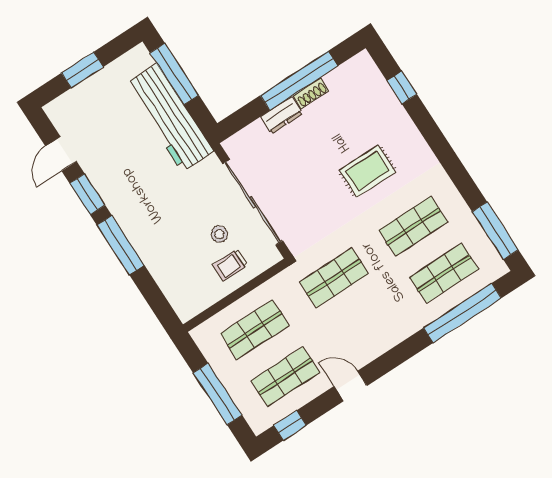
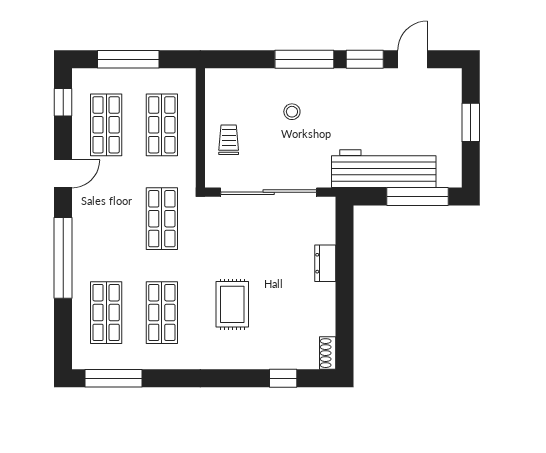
window: (299, 81) -> (344, 296), removed
shoe rack: (311, 93) -> (328, 353), moved
door: (61, 154) -> (413, 59), hinge flipped
stool: (219, 234) -> (292, 112), moved
window: (462, 313) -> (63, 258), moved

